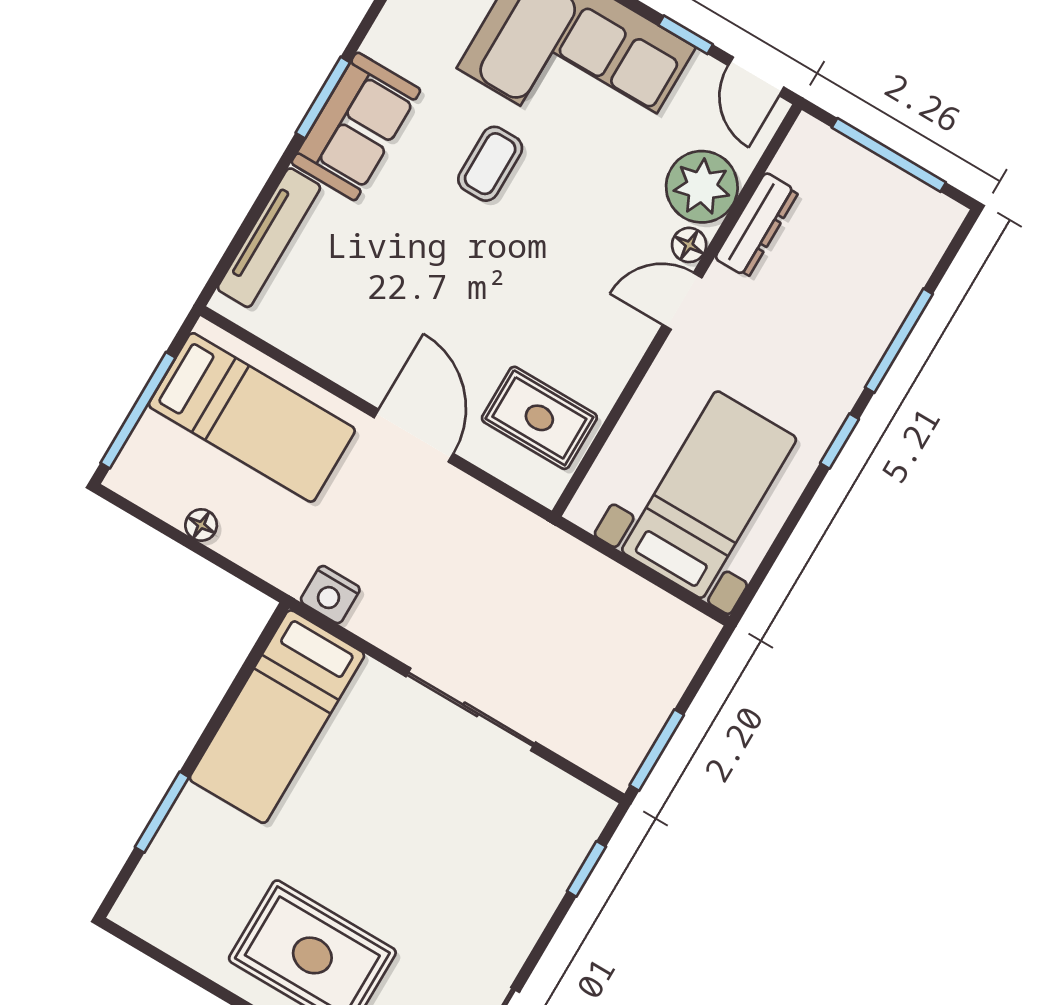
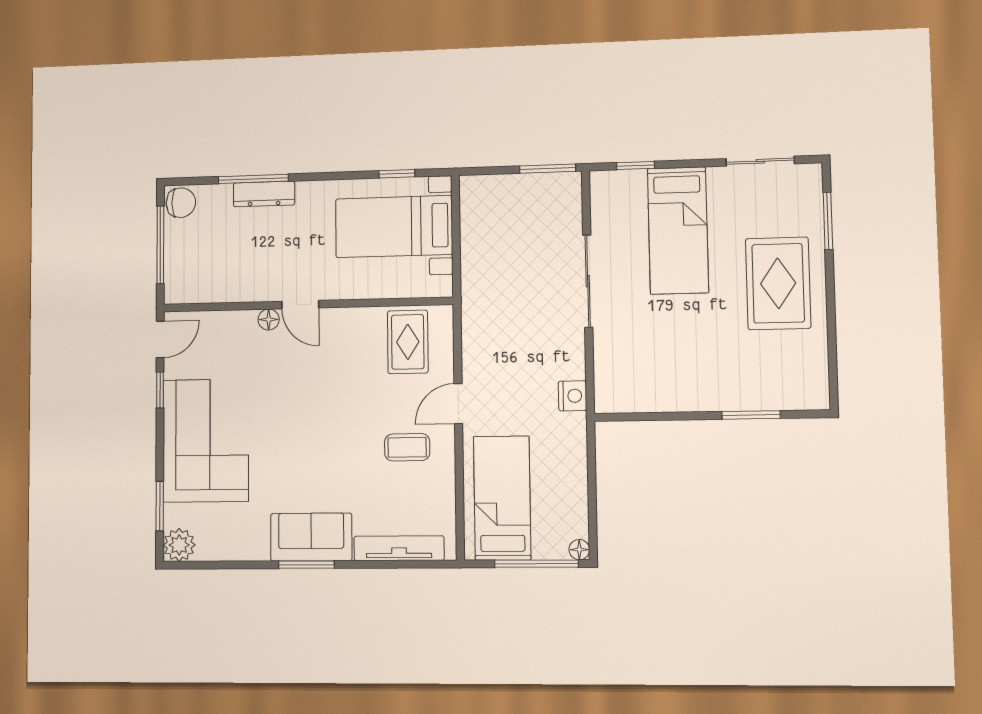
coffee table: (490, 164) -> (407, 447), moved
plant: (702, 187) -> (234, 332), removed
chair: (930, 219) -> (181, 203), added
dresser: (757, 225) -> (264, 194), moved, turned 180
door: (414, 436) -> (458, 404), width x0.73
window: (839, 441) -> (397, 174), moved
floor lamp: (201, 525) -> (579, 550), moved
bed: (277, 717) -> (678, 230), moved, turned 90

